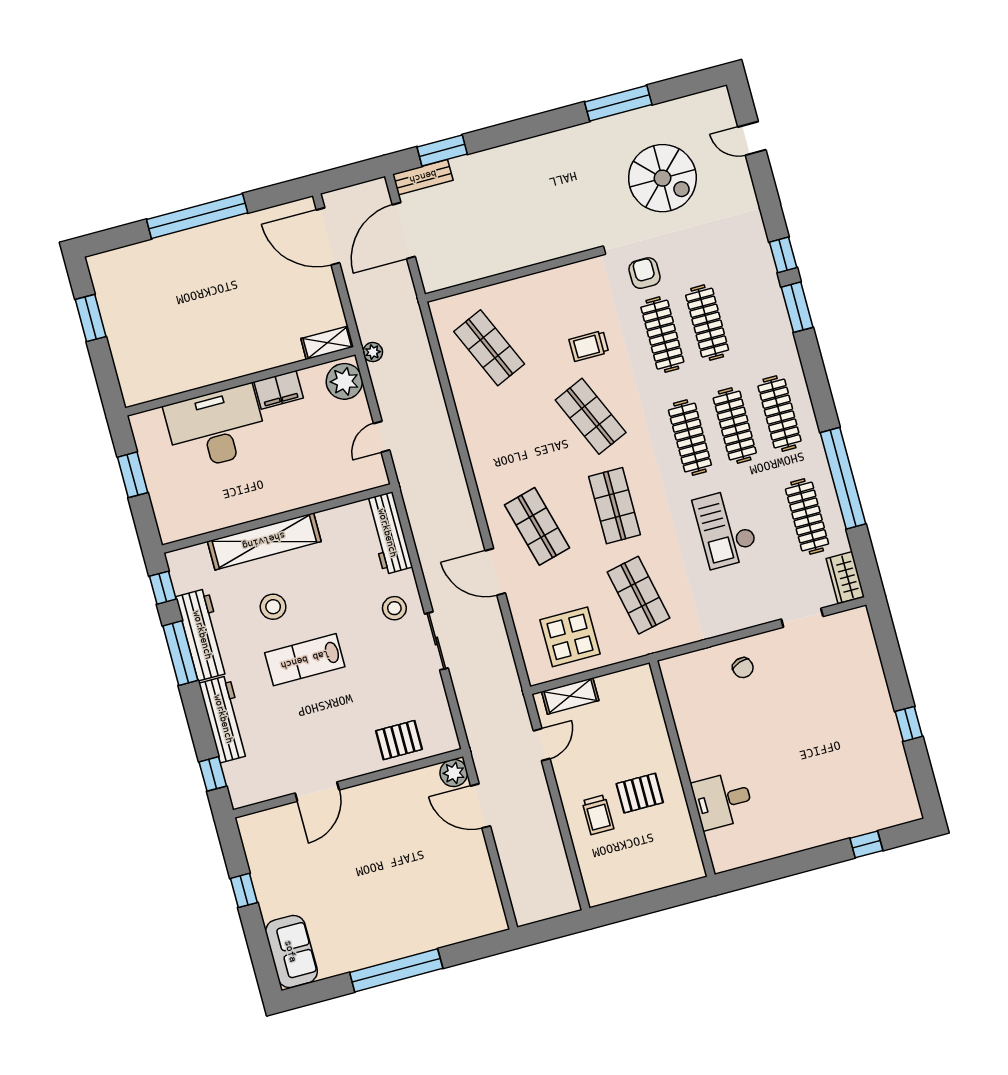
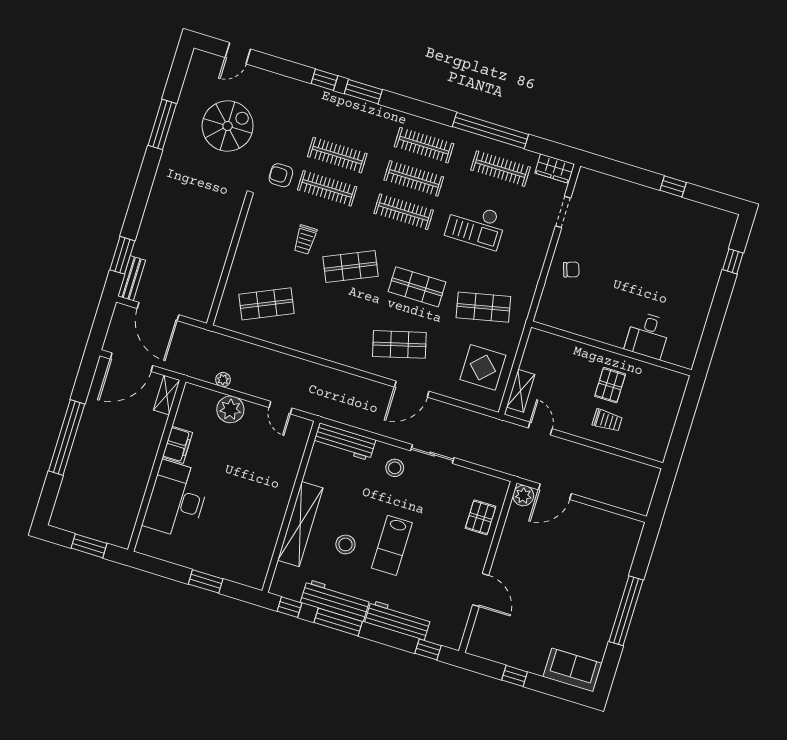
shelving: (327, 343) -> (167, 395), moved
wall: (240, 381) -> (157, 466), moved
filing cabinet: (279, 390) -> (177, 445), moved
desk: (216, 428) -> (177, 500), moved

